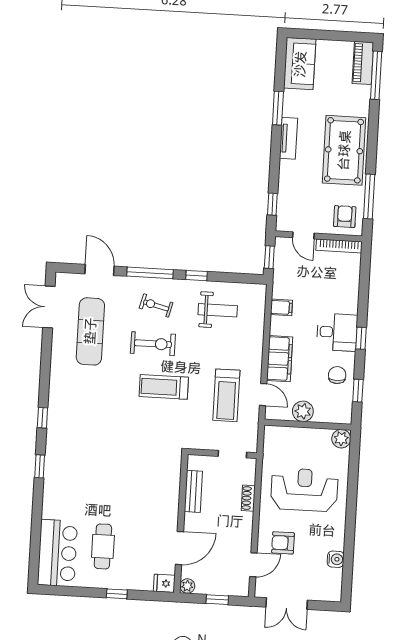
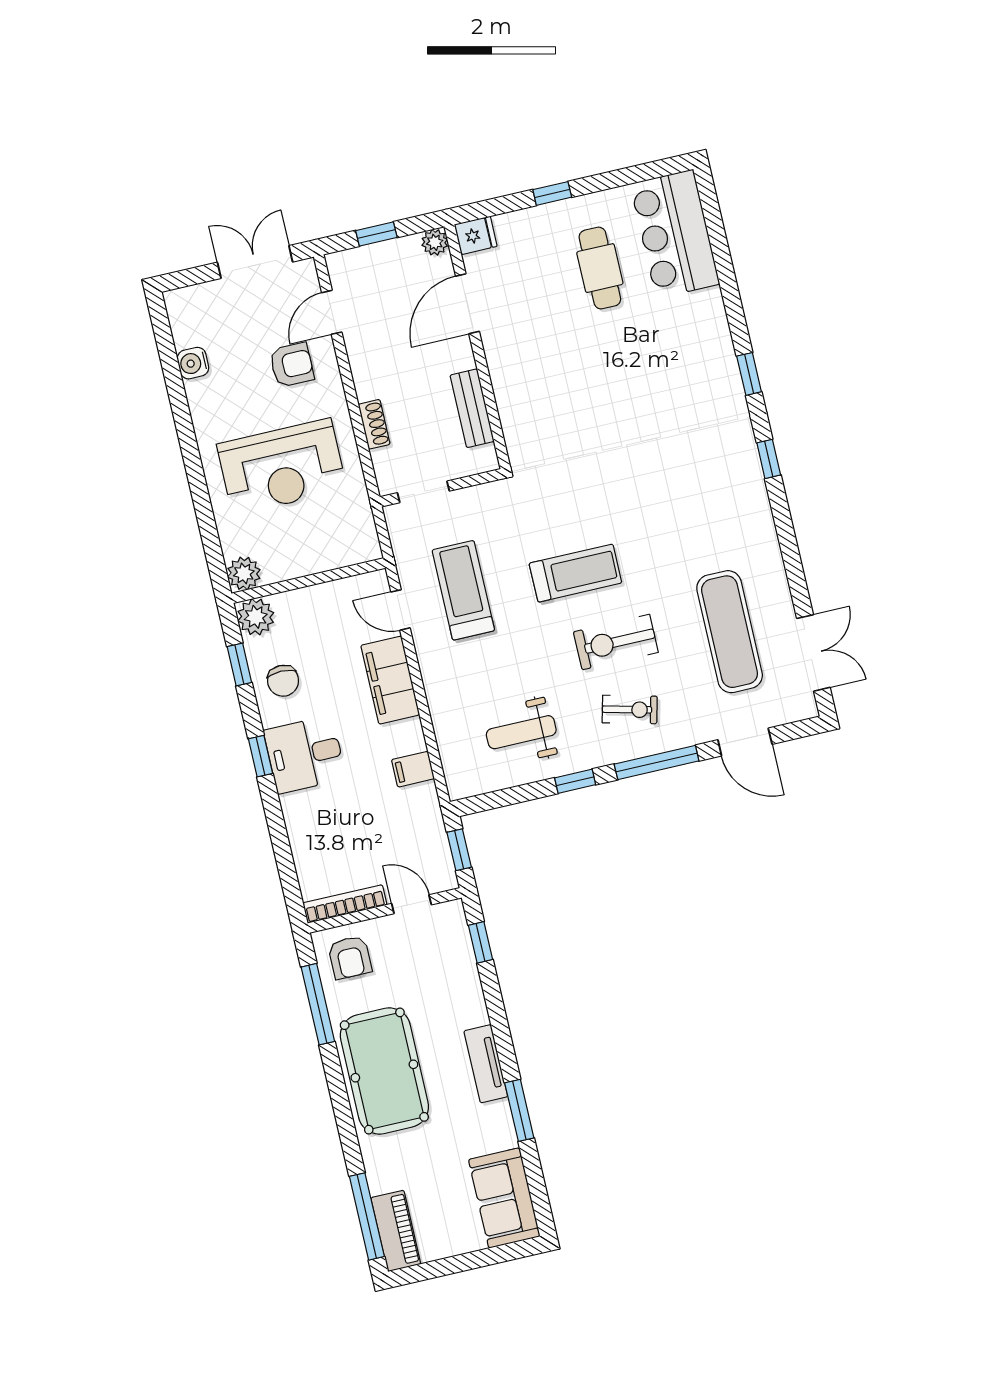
plant: (303, 411) -> (256, 617), moved

